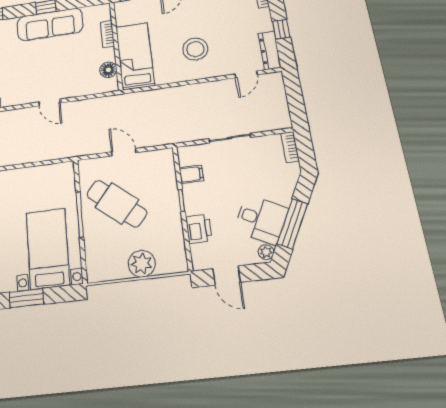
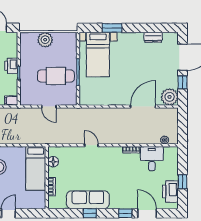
filing cabinet: (191, 174) -> (11, 101), moved
cafe table: (117, 203) -> (56, 76), turned -40
printer: (199, 229) -> (11, 66), moved

